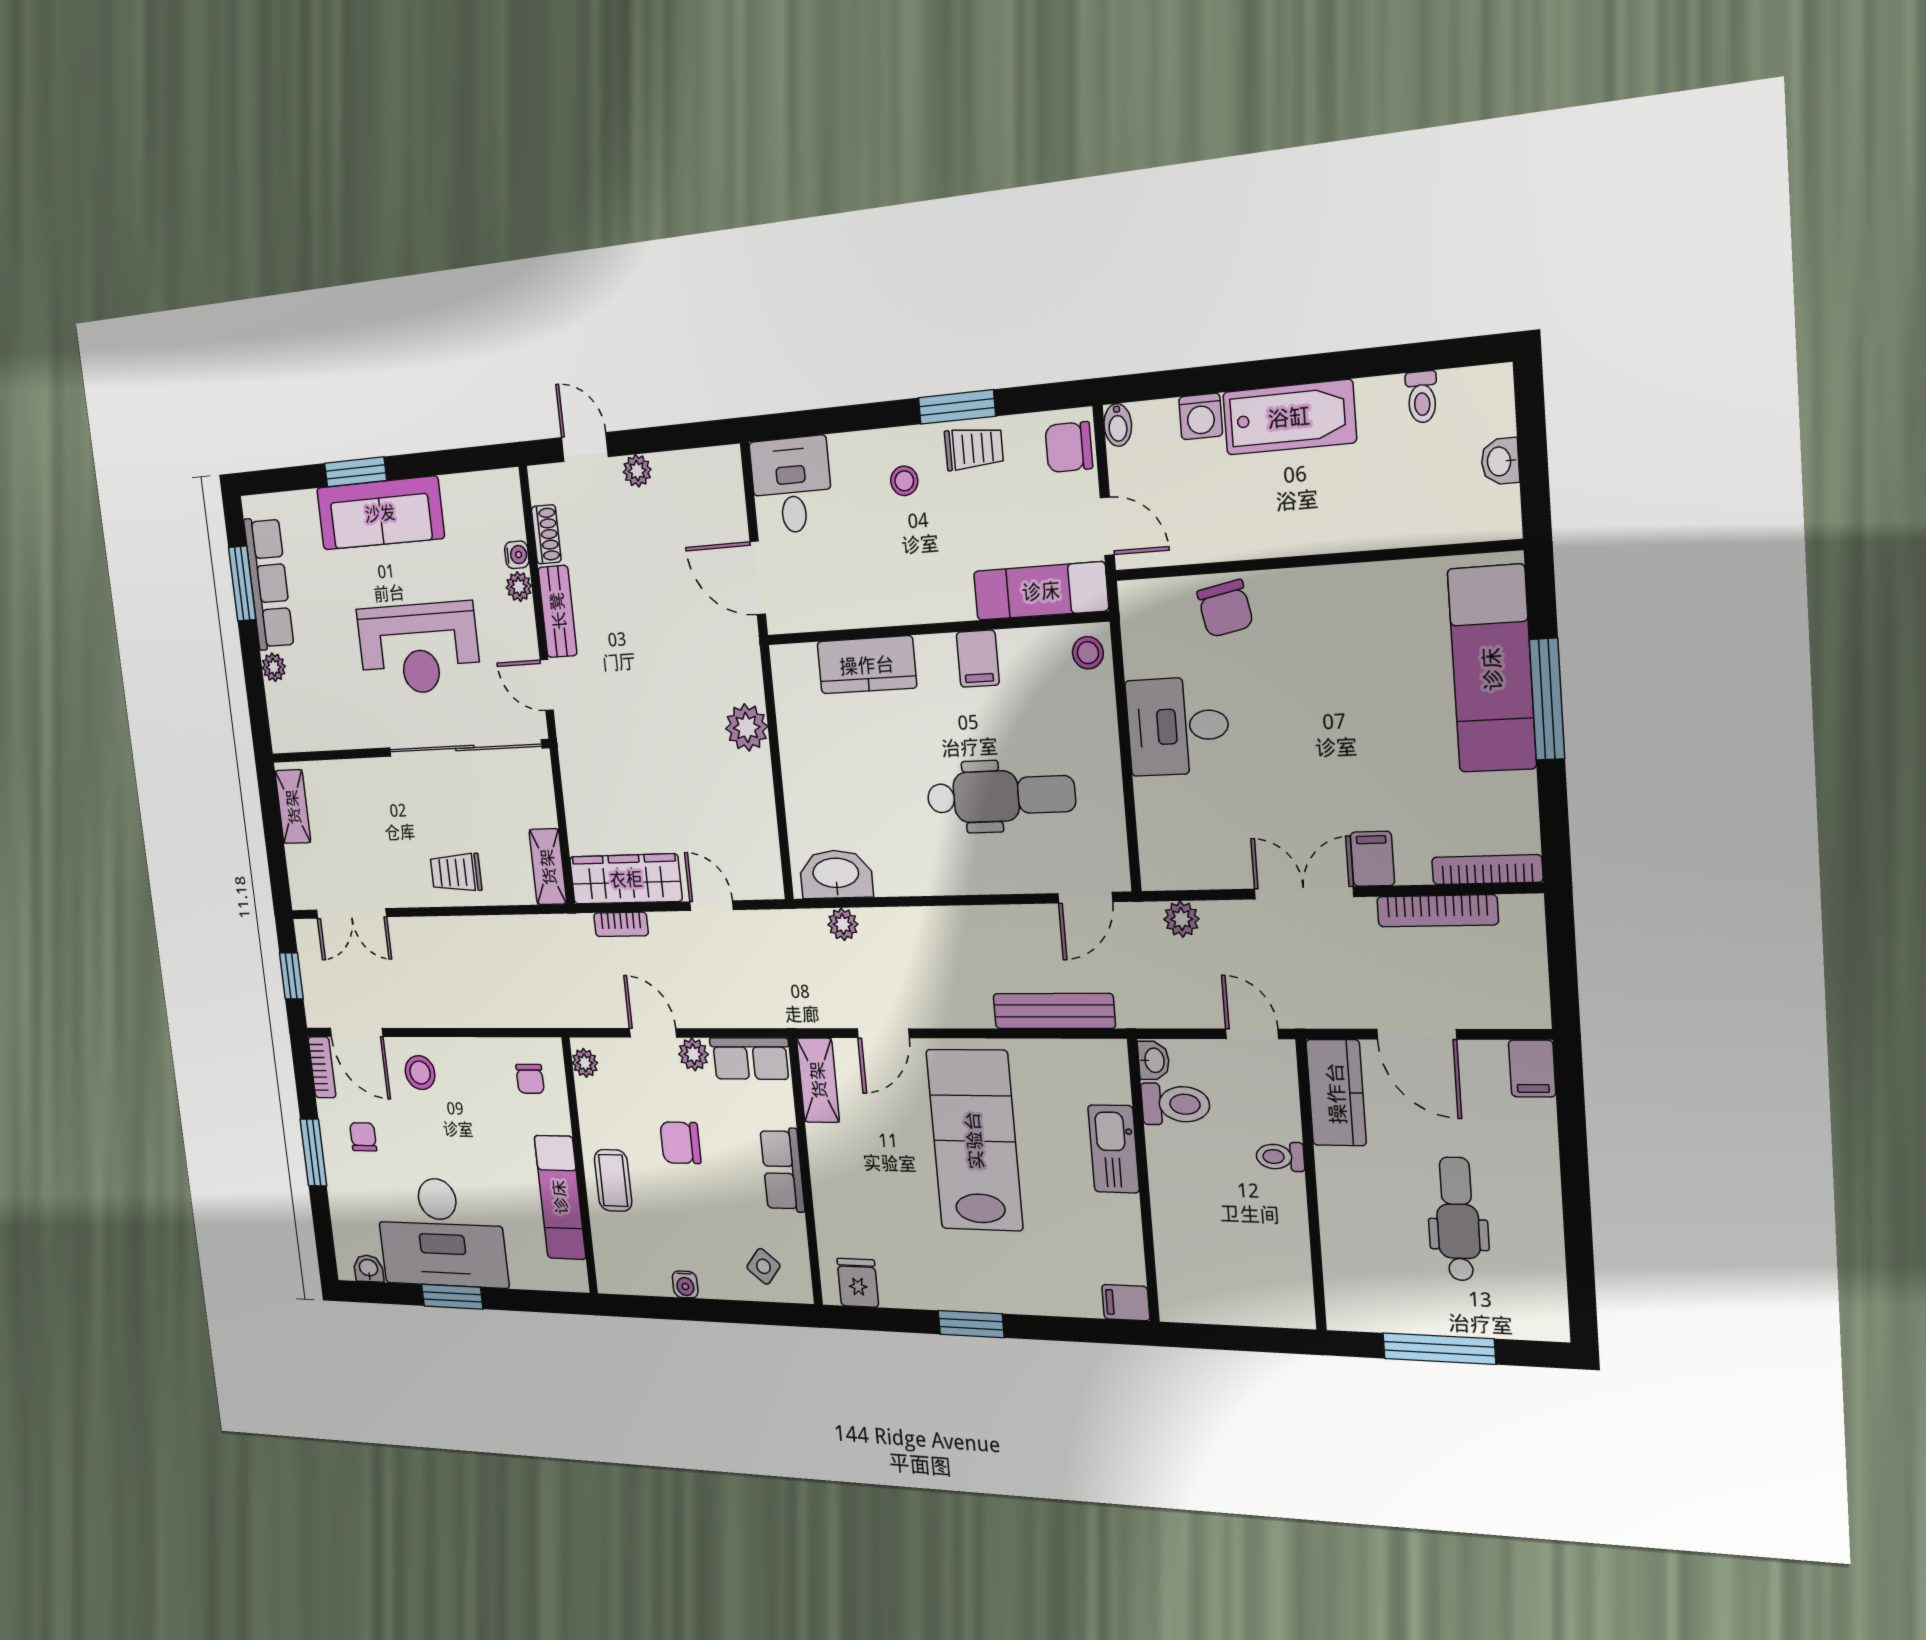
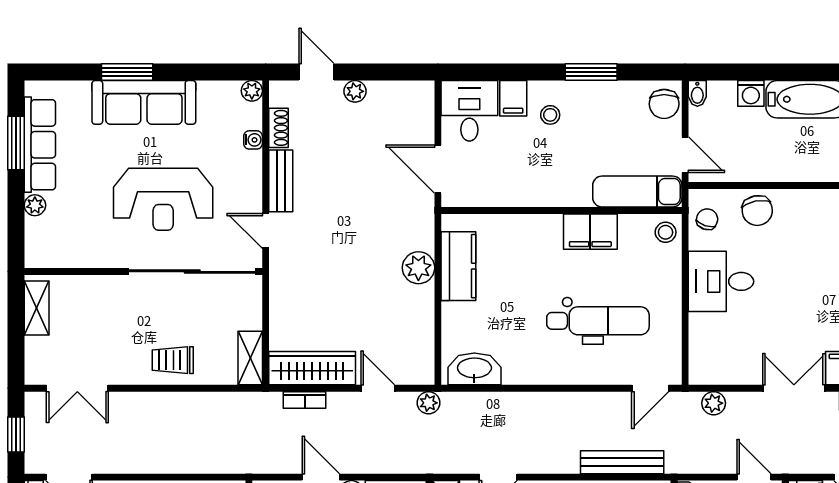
chair: (1069, 447) -> (664, 104), turned -90
trolley: (974, 448) -> (600, 99), removed
filing cabinet: (850, 460) -> (513, 98), added
plant: (519, 587) -> (252, 91), moved
chair: (1149, 628) -> (707, 219), added
filing cabinet: (978, 659) -> (590, 232), width x2.00
kitchen counter: (867, 665) -> (458, 266), moved, turned -90
plant: (843, 924) -> (429, 403), moved

